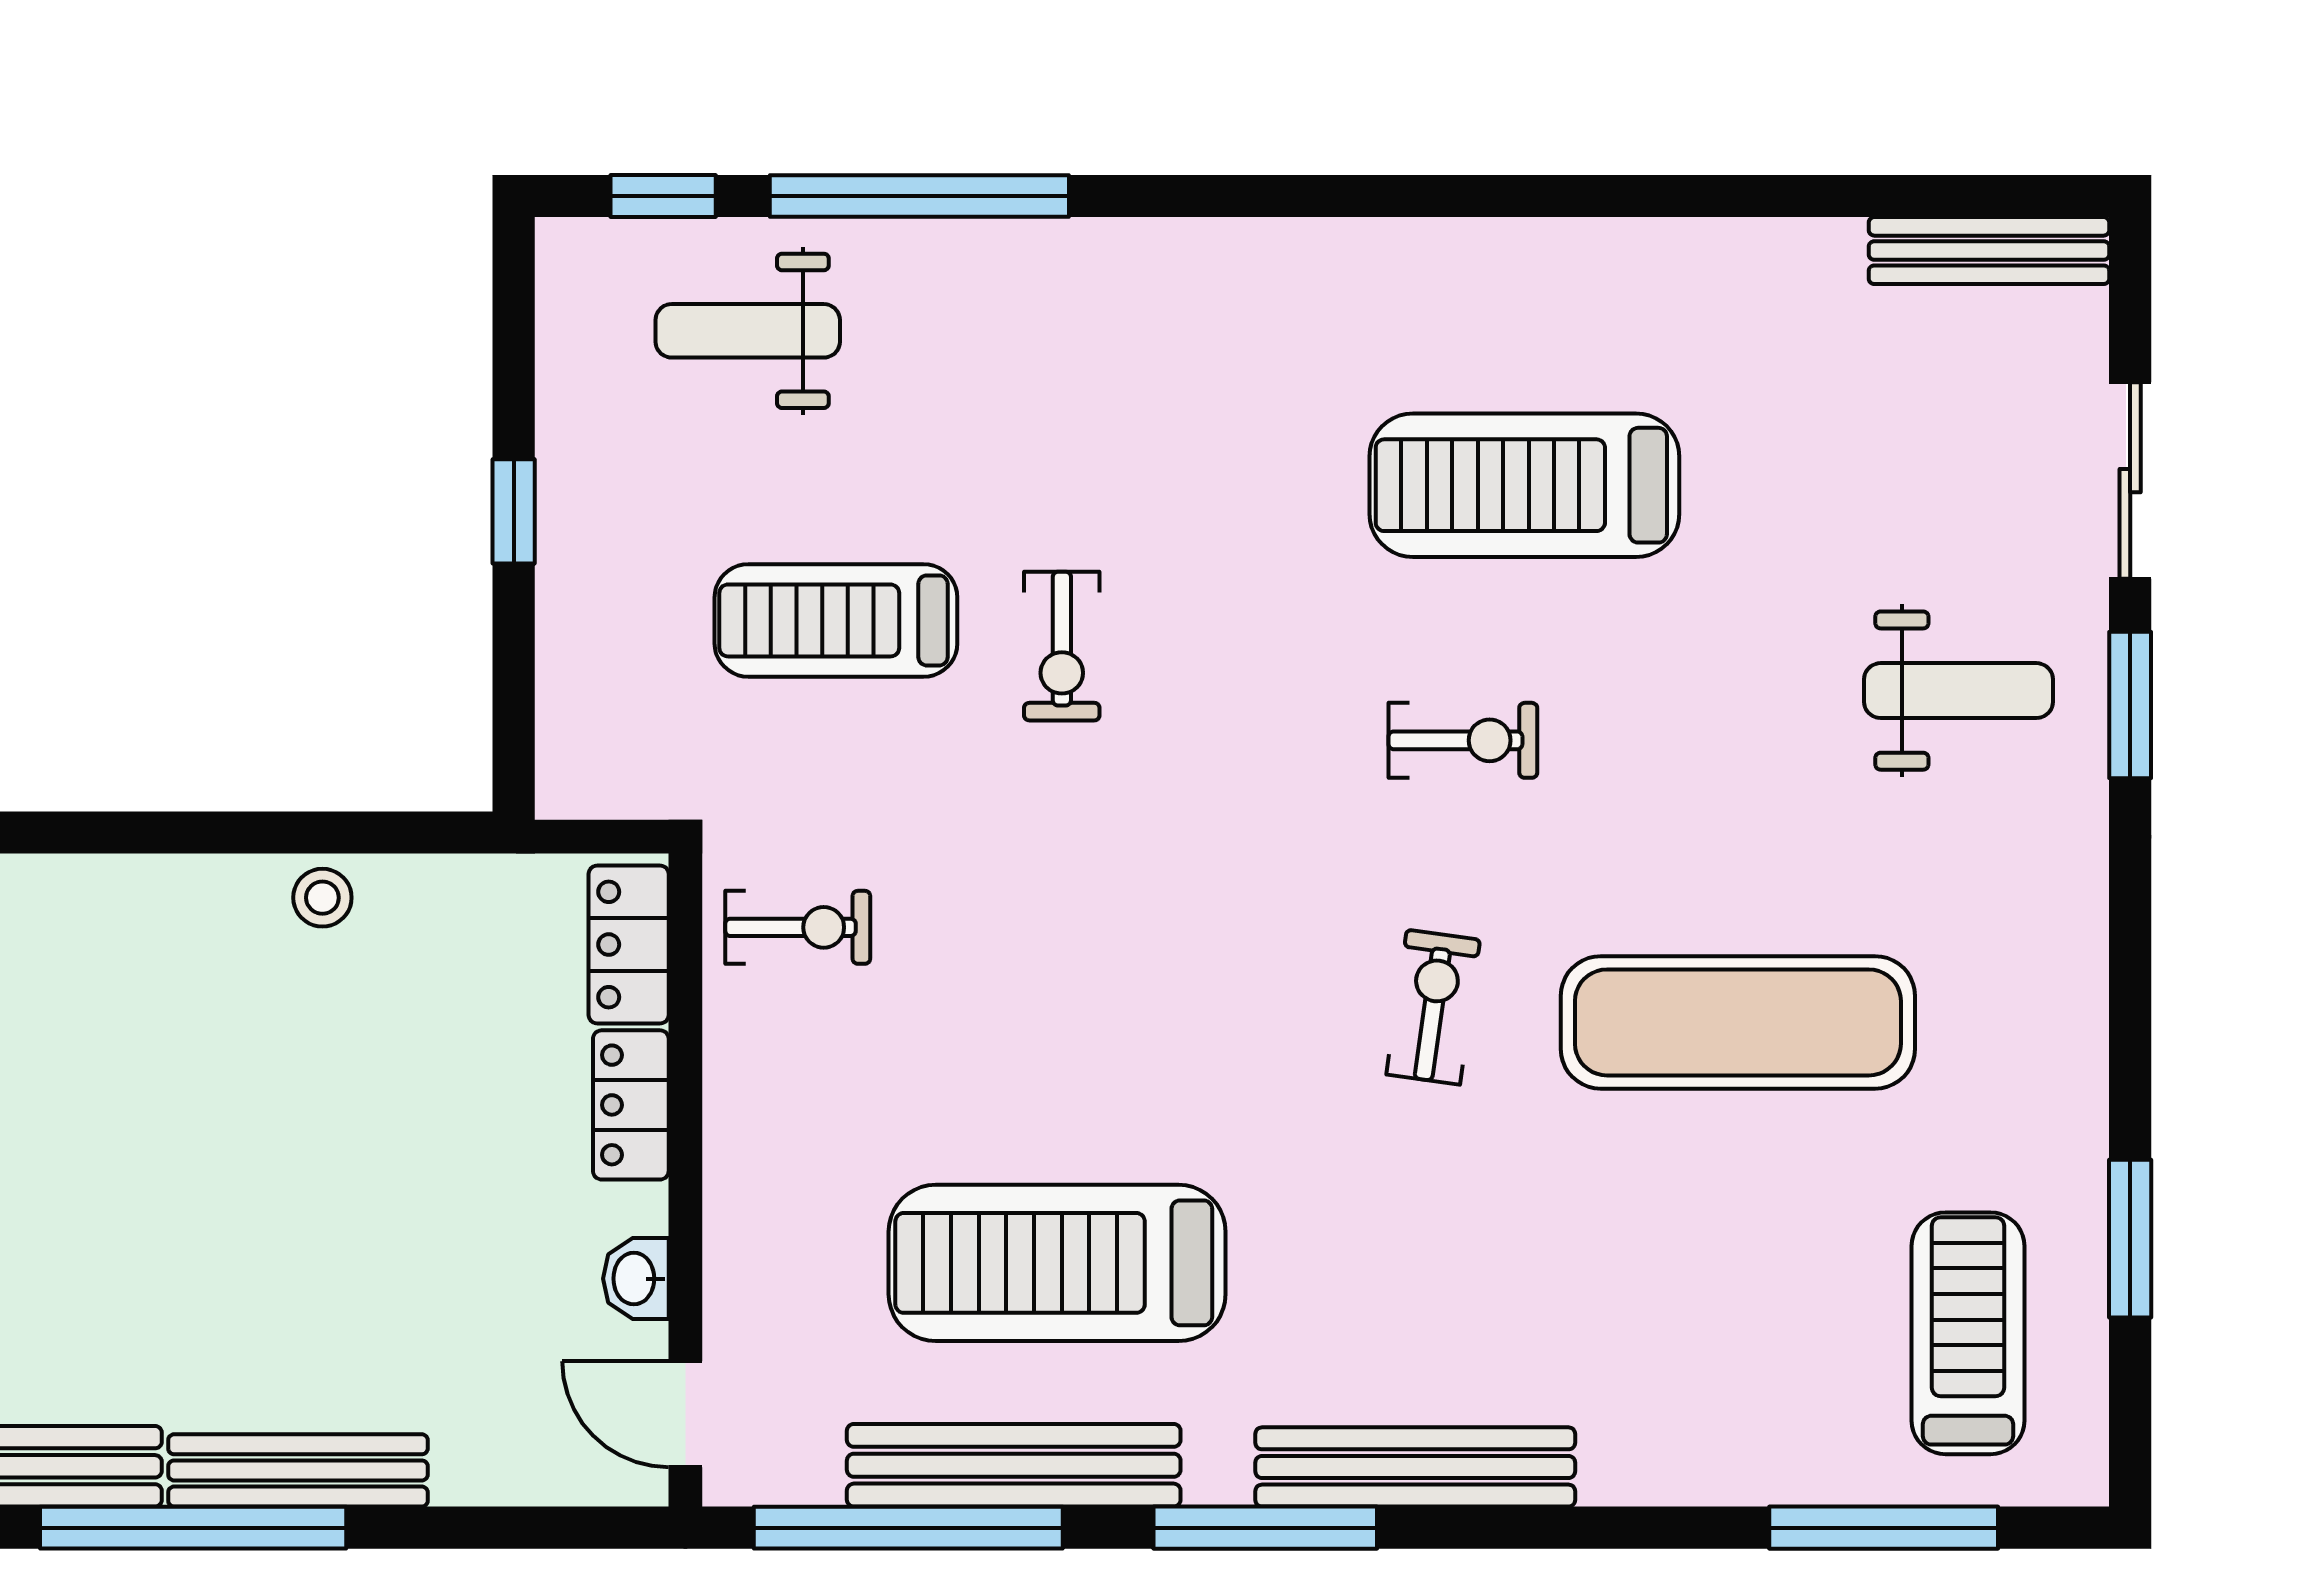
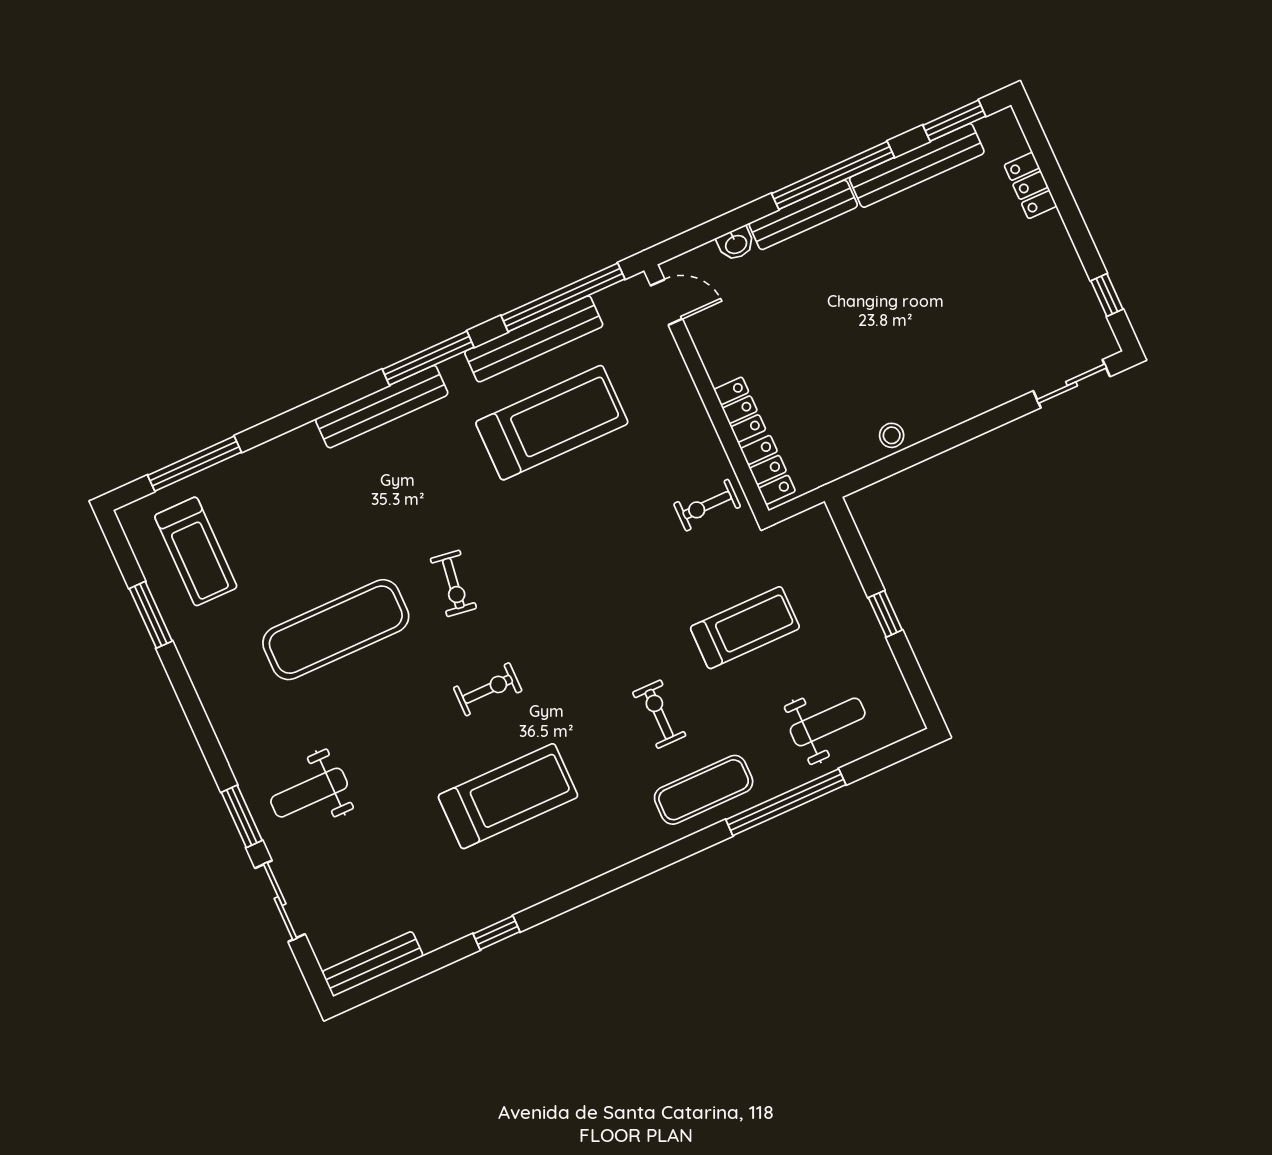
window: (663, 196) -> (496, 933), moved
exercise mat: (1088, 305) -> (704, 790), added
exercise bike: (1062, 646) -> (659, 714), moved
exercise bike: (1463, 740) -> (488, 689), turned 180
washbasin: (636, 1279) -> (736, 244), moved, turned 90

